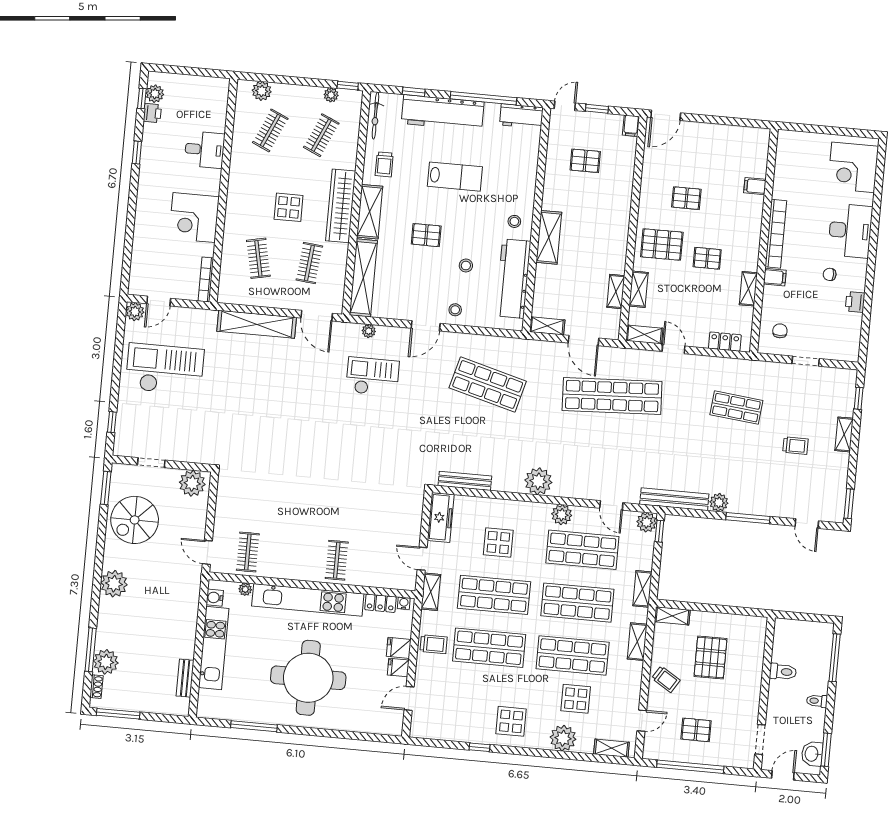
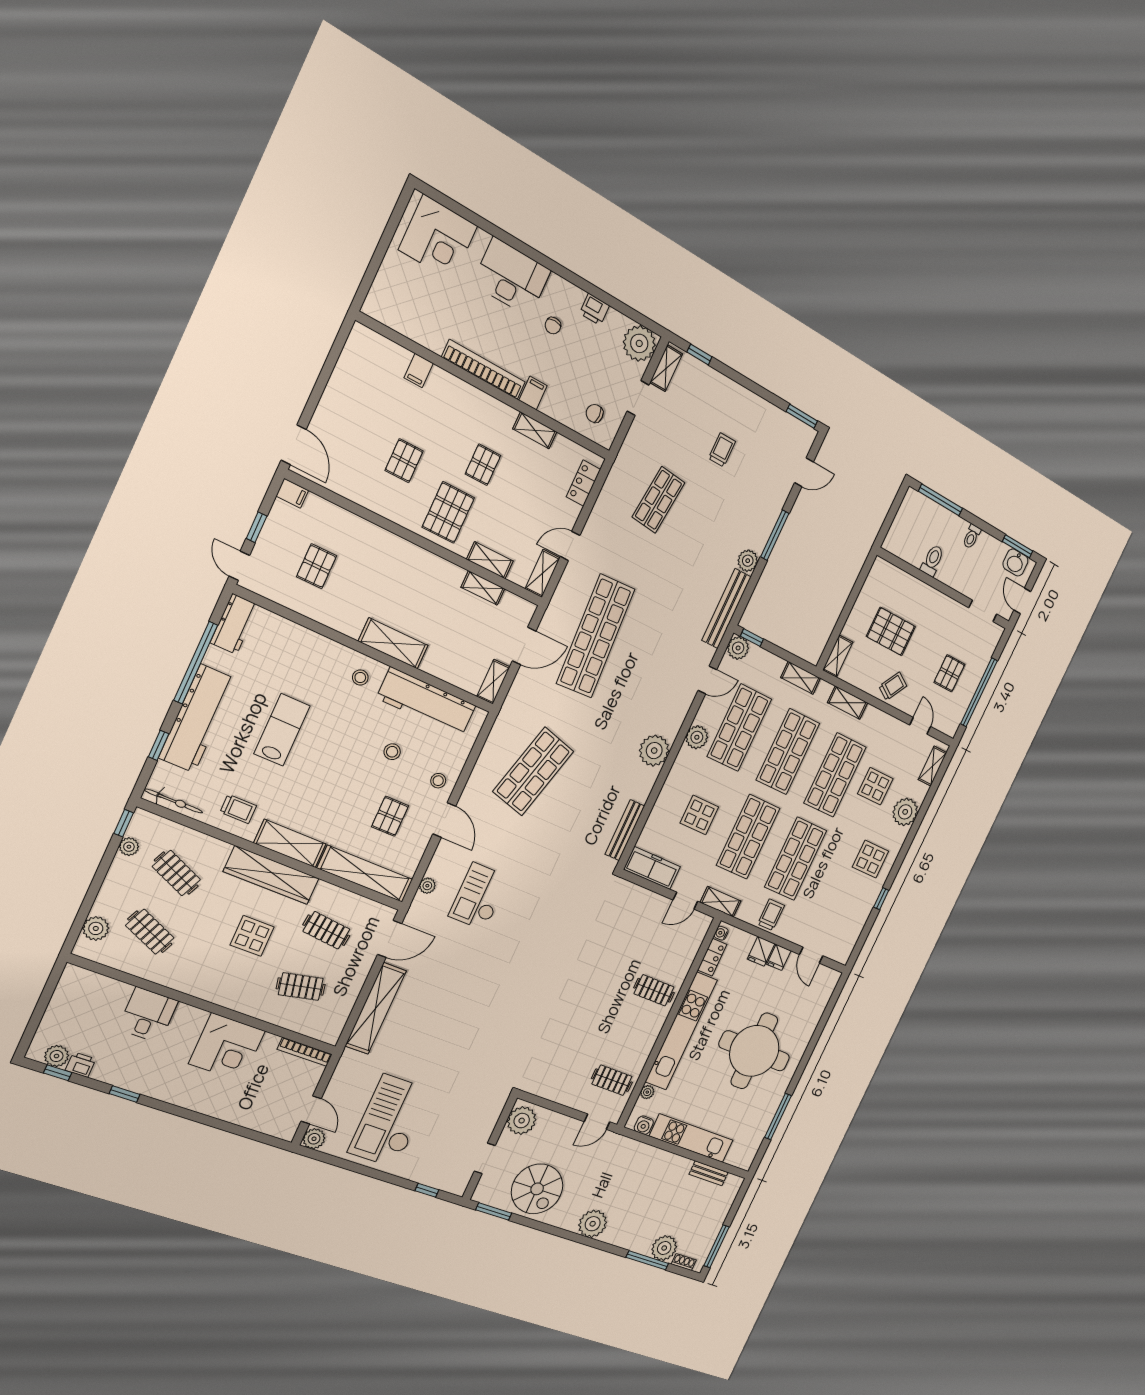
pallet: (426, 235) -> (390, 816), moved
plant: (846, 347) -> (639, 343), added
shelving: (844, 434) -> (666, 368), moved, turned 90

